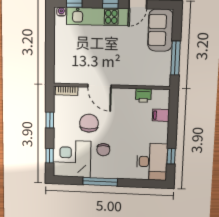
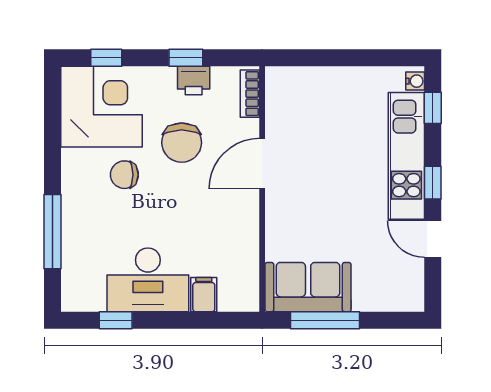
sofa: (160, 30) -> (308, 287), moved
printer: (143, 95) -> (194, 80), moved, turned -90
chair: (89, 123) -> (182, 143), turned 90
desk: (152, 162) -> (148, 280), moved
window: (100, 182) -> (53, 232), moved

